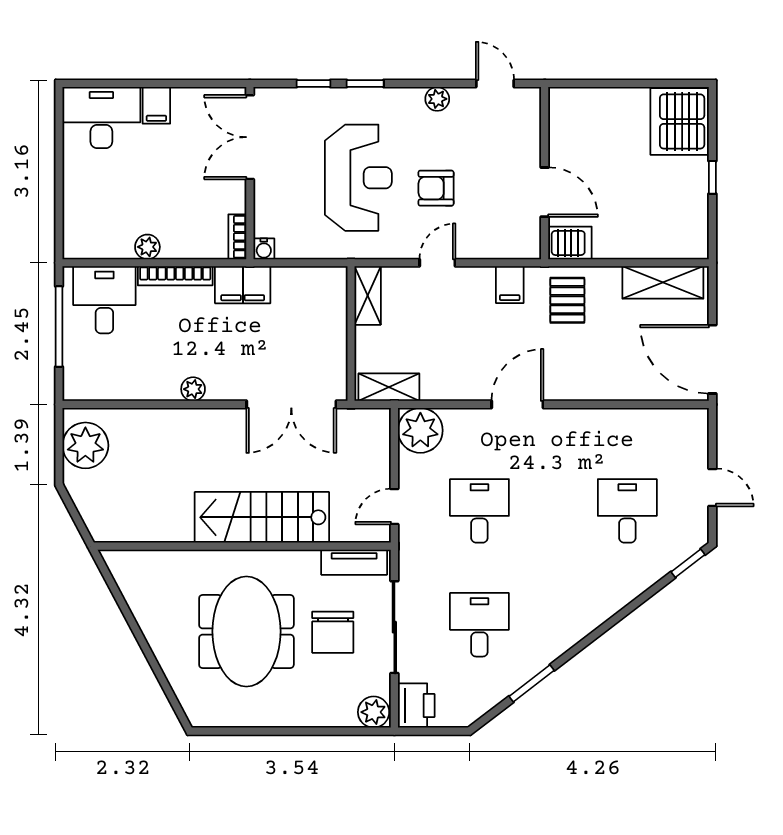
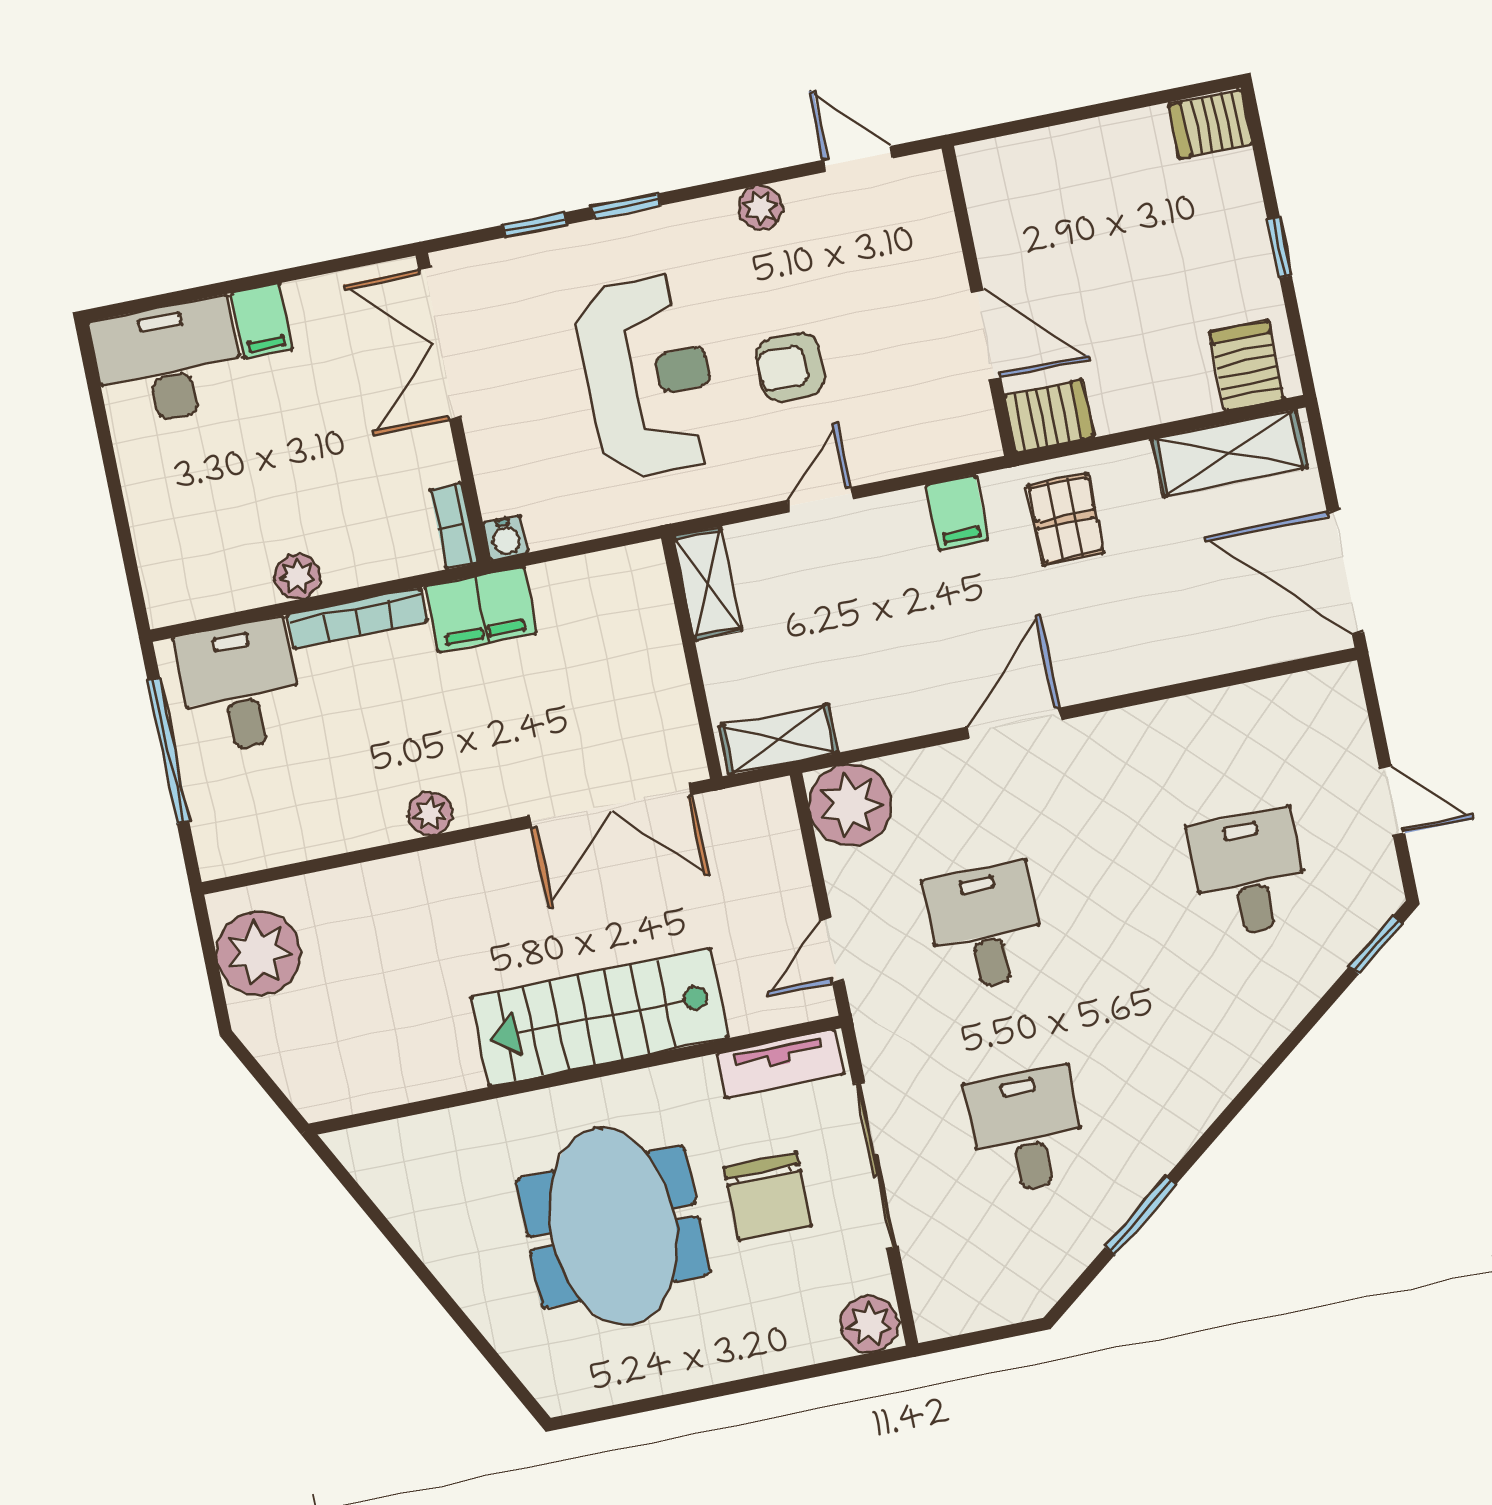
server rack: (680, 121) -> (1210, 124), width x0.46, depth x0.70
server rack: (682, 237) -> (1247, 366), added
printer: (416, 705) -> (943, 1297), removed

